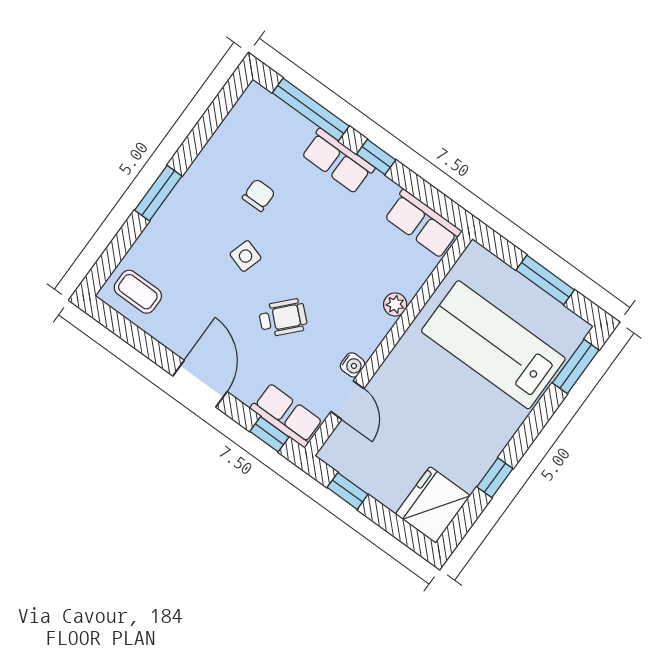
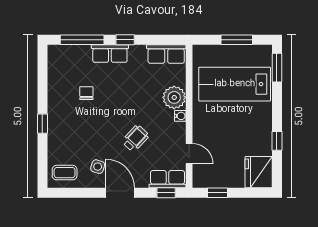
window: (158, 193) -> (42, 124), width x0.67
side table: (246, 256) -> (98, 167), moved
plant: (395, 304) -> (174, 97), width x1.87, depth x1.87
water cooler: (353, 365) -> (180, 116), moved

